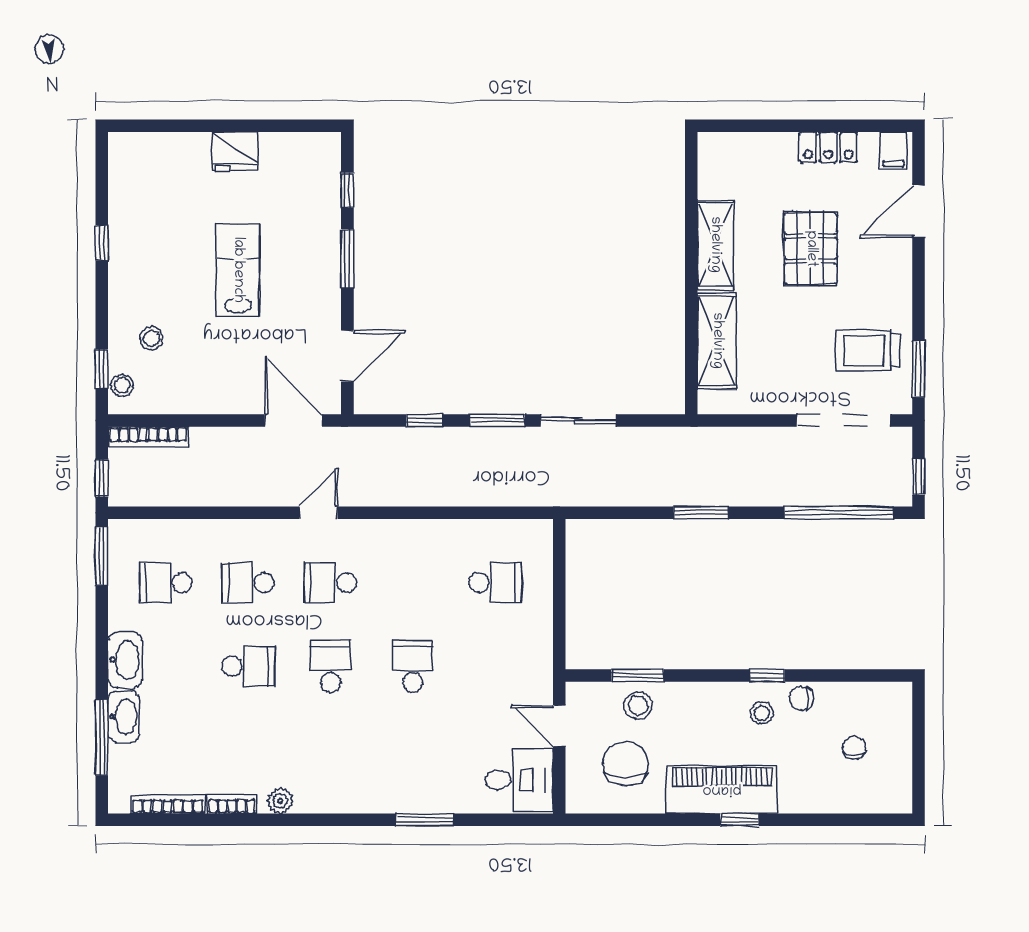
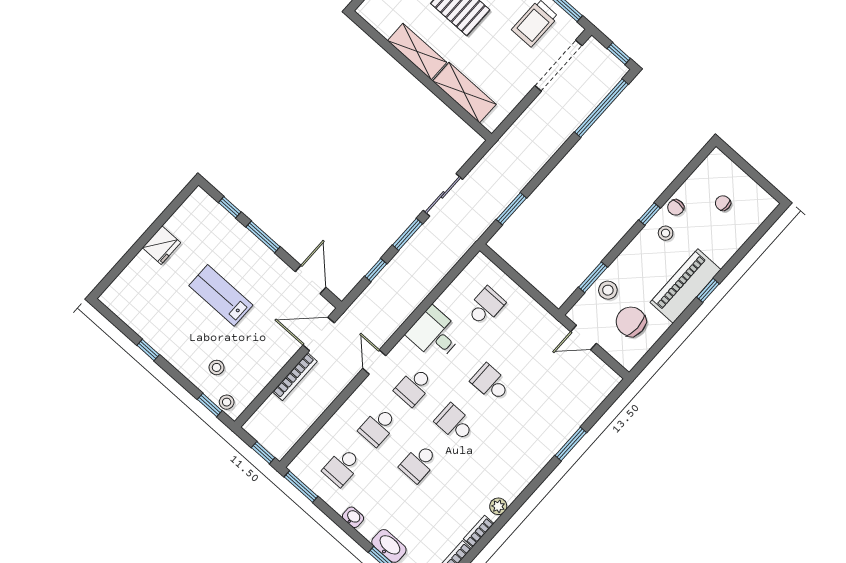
bookcase: (148, 437) -> (295, 377), moved
window: (701, 513) -> (511, 209), moved
washbasin: (125, 660) -> (353, 517), width x0.52, depth x0.69
school desk: (248, 666) -> (419, 463), turned 180
desk: (519, 780) -> (435, 334), moved, turned -90

